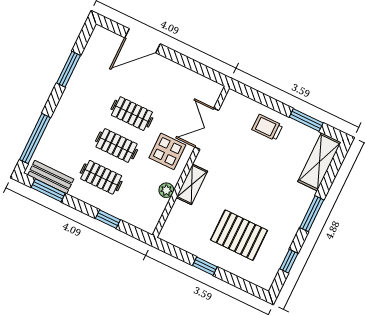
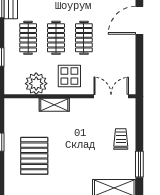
door: (143, 41) -> (139, 20), hinge flipped
double door: (207, 129) -> (111, 96), moved
plant: (166, 190) -> (36, 84), width x1.87, depth x1.87

